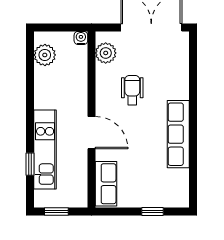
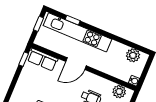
kitchen unit: (45, 149) -> (78, 32), width x1.36
window: (152, 212) -> (24, 59), moved

